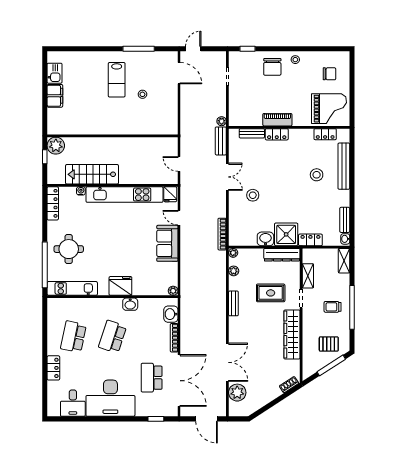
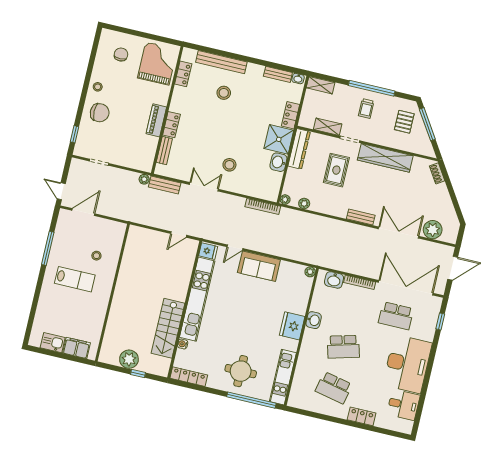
wall: (113, 136) -> (112, 293), moved
bench: (233, 303) -> (361, 217), moved
school desk: (113, 337) -> (343, 347), turned -33

